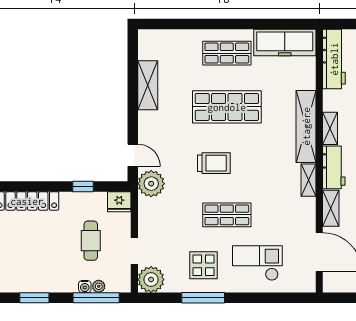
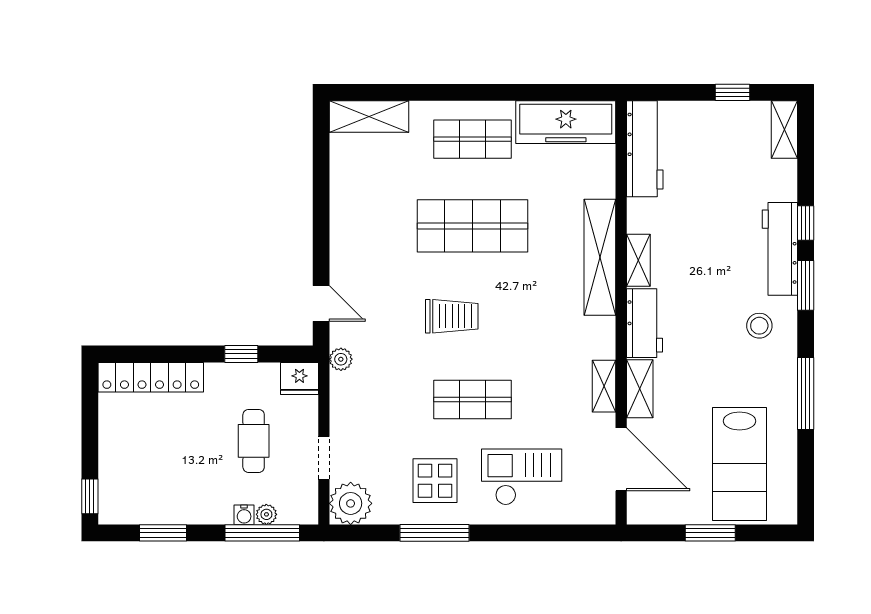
shelving: (148, 85) -> (369, 117), moved, turned 90
shelving: (309, 180) -> (604, 386), moved
plant: (151, 184) -> (341, 359), width x0.53, depth x0.53

